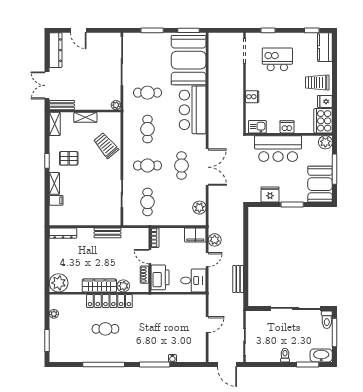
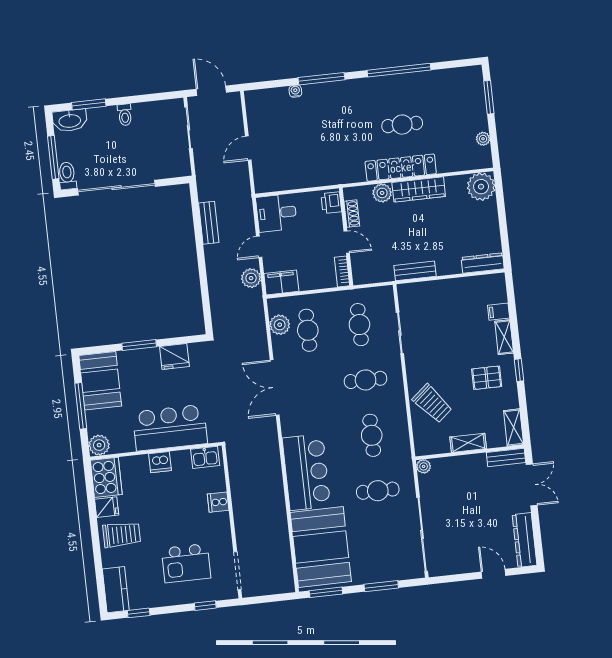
cafe table: (181, 166) -> (308, 330), moved
printer: (160, 277) -> (331, 203), width x0.53, depth x0.68

